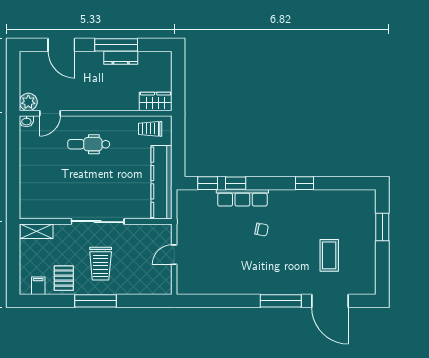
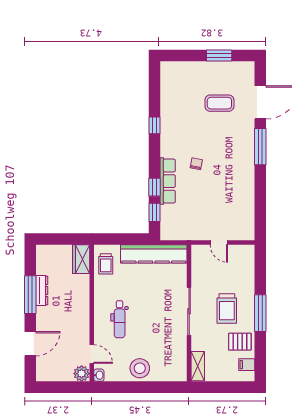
stool: (34, 167) -> (140, 368), added
window: (382, 227) -> (219, 55), moved
trolley: (101, 264) -> (227, 309), turned 90

